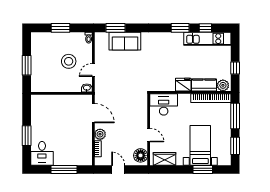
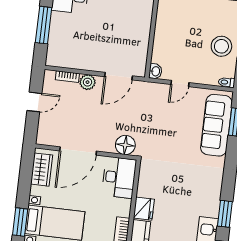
sofa: (125, 41) -> (216, 125), width x1.36
stool: (69, 61) -> (221, 46), moved
door: (93, 70) -> (180, 83), swing flipped
door: (149, 135) -> (78, 151), width x1.87
floor lamp: (141, 155) -> (125, 145), moved

